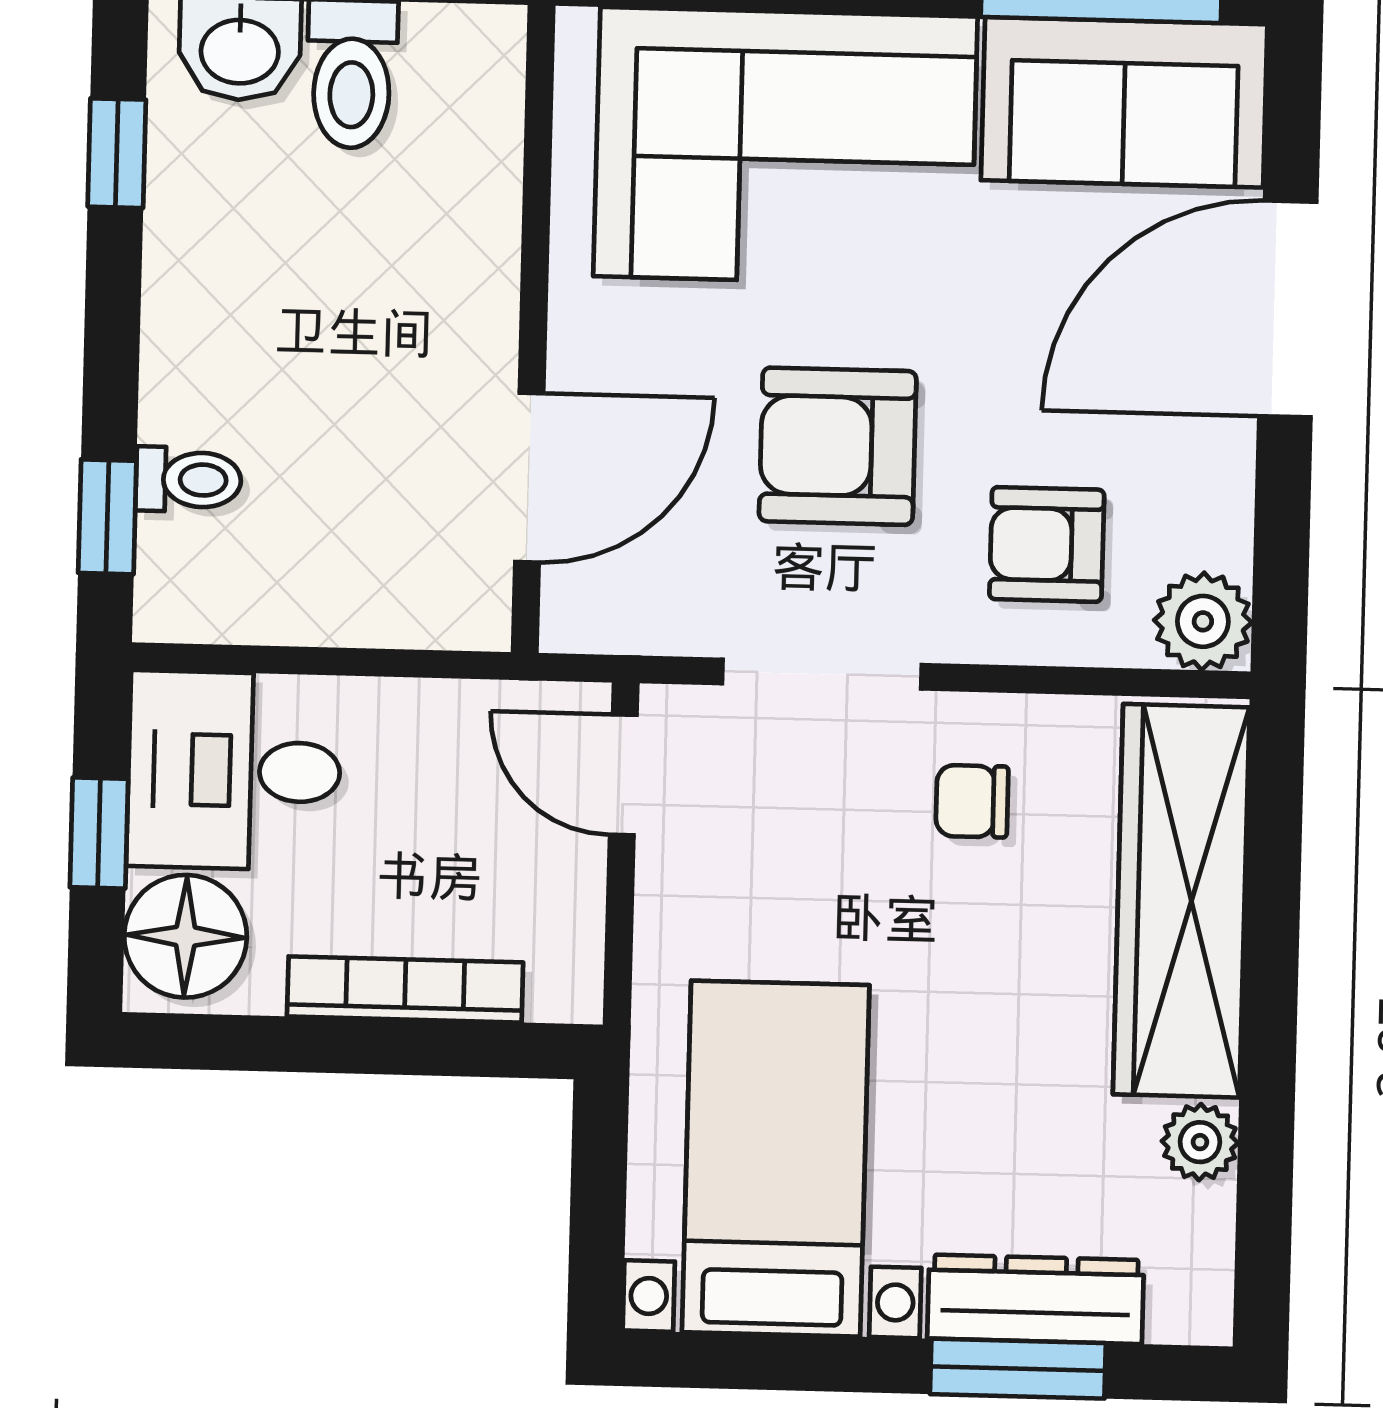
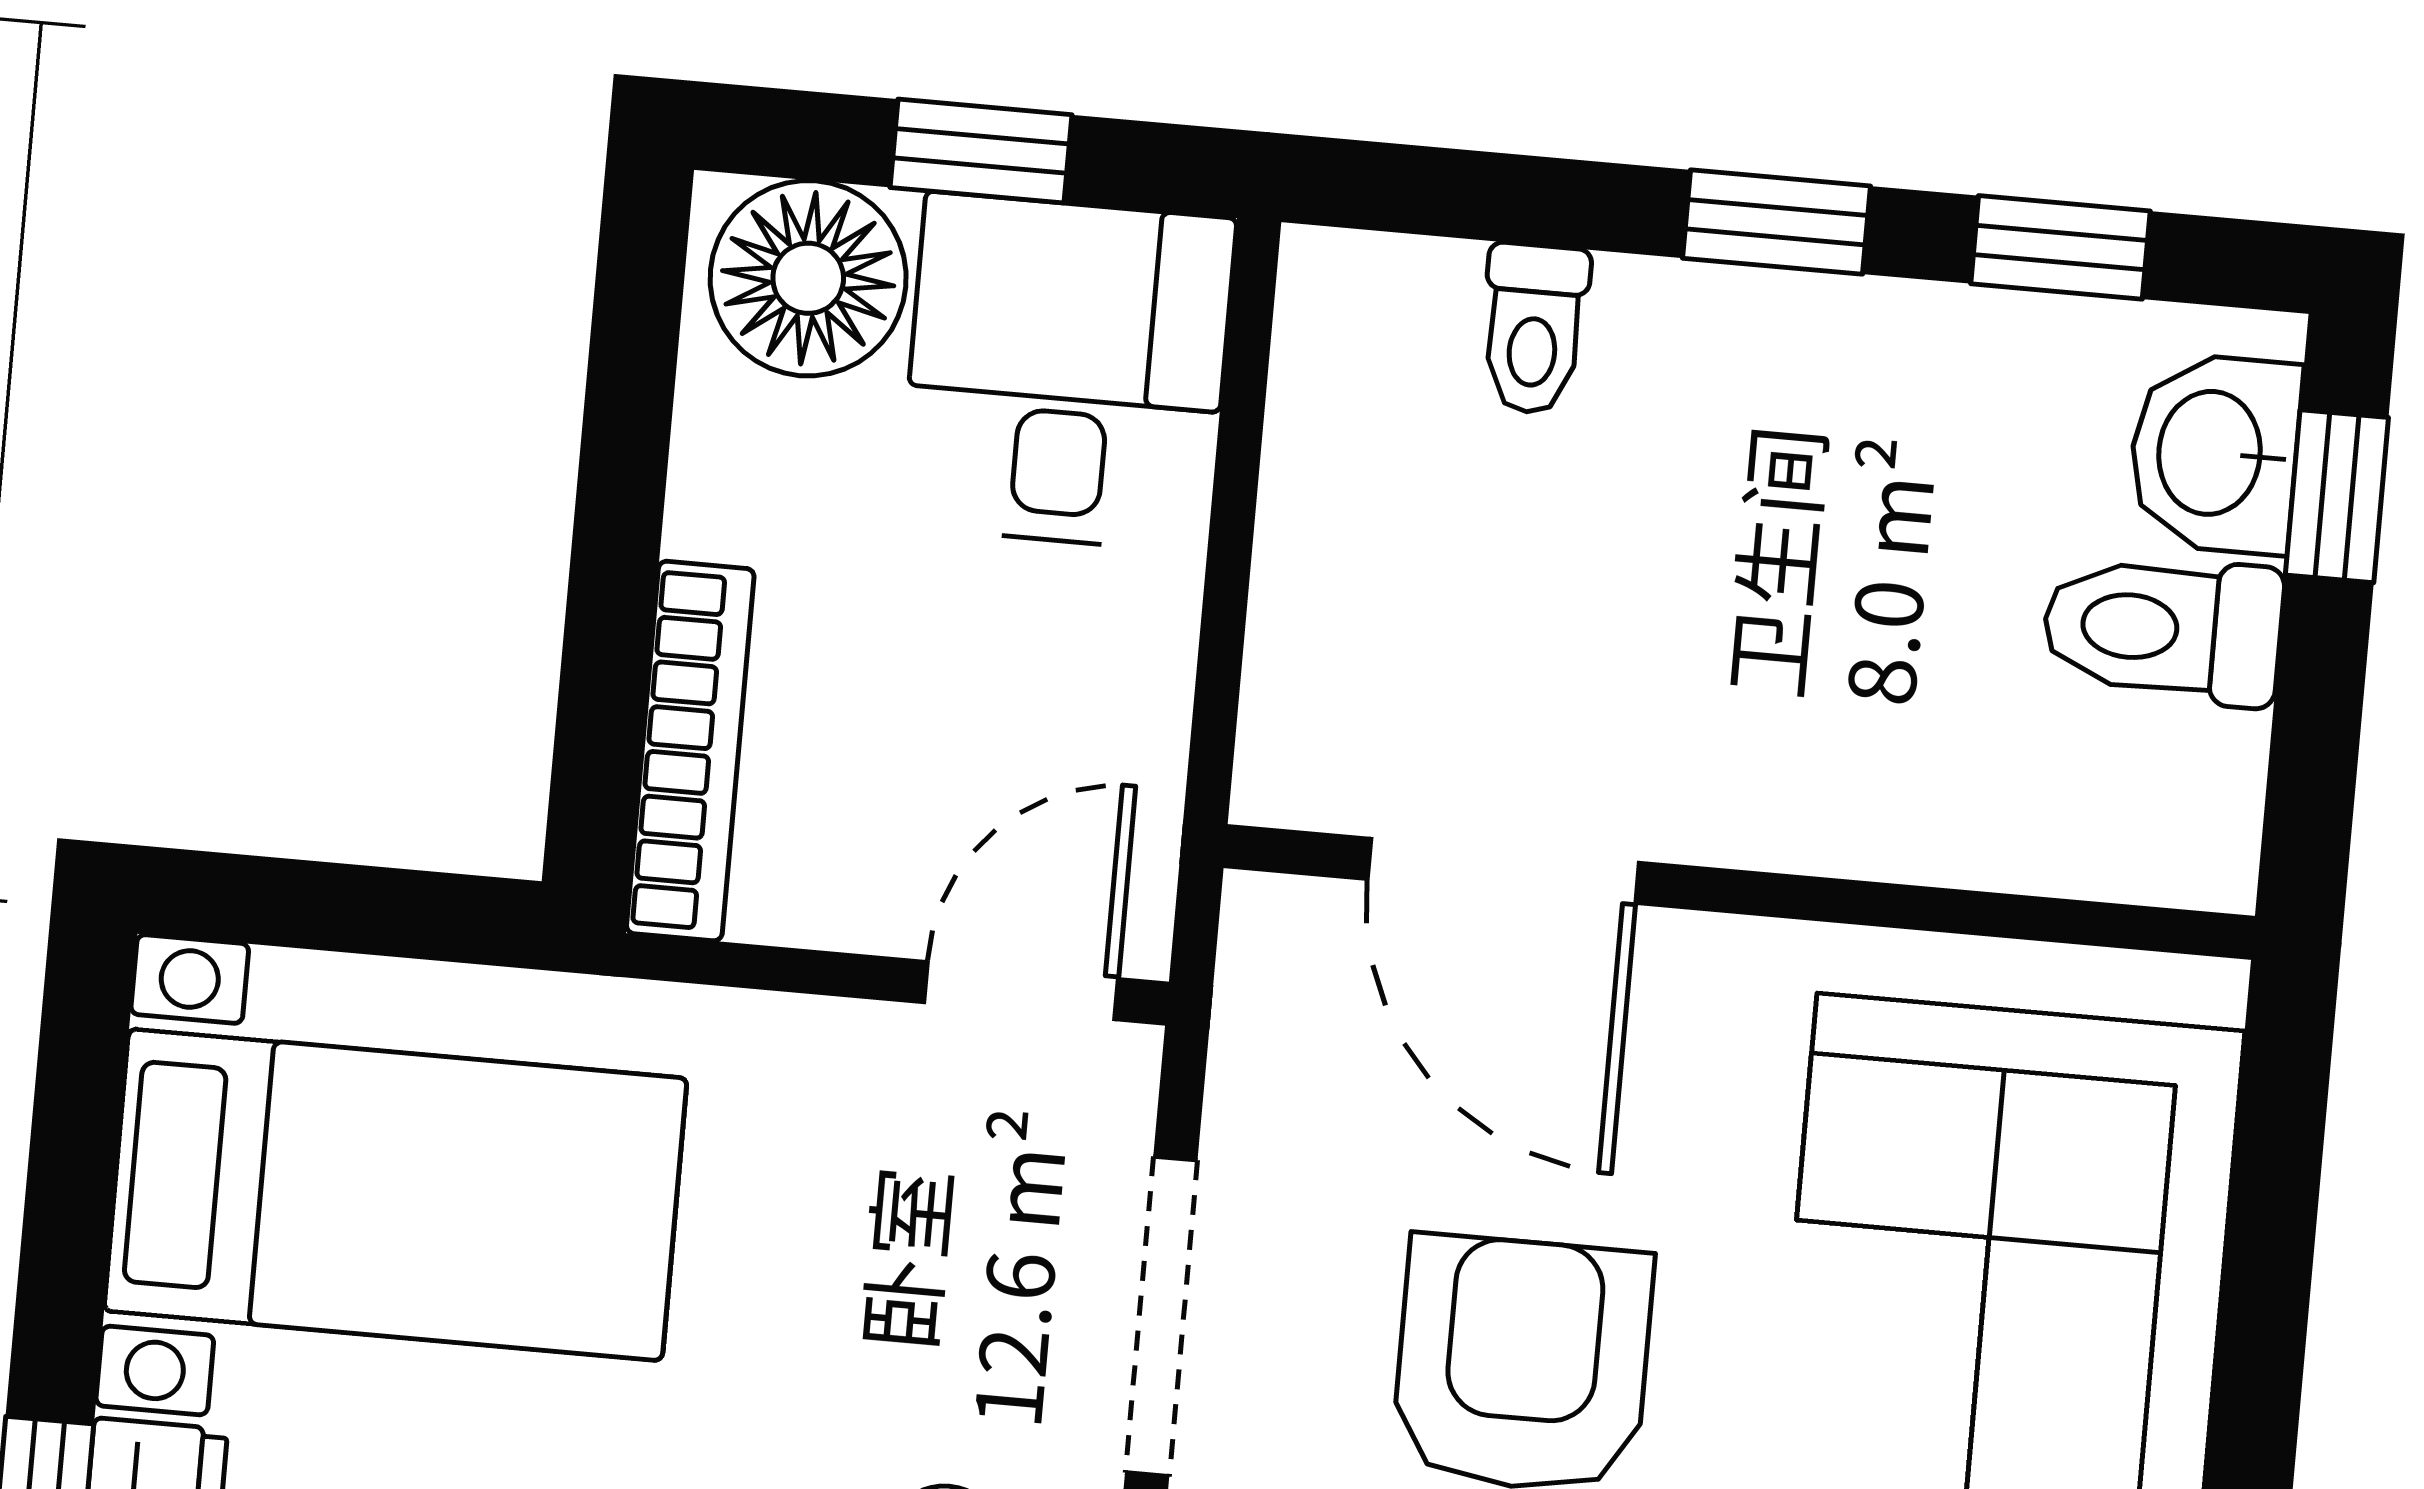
window: (107, 517) -> (1776, 222), moved
bookcase: (405, 989) -> (690, 751), moved

